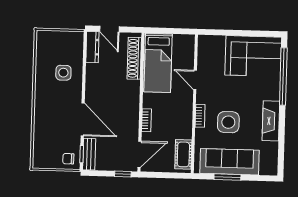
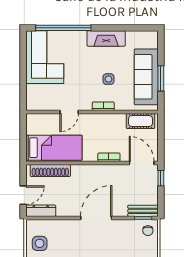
side table: (63, 73) -> (40, 243), moved
door: (83, 119) -> (96, 218), moved
side table: (228, 122) -> (108, 79), width x0.54, depth x0.54

